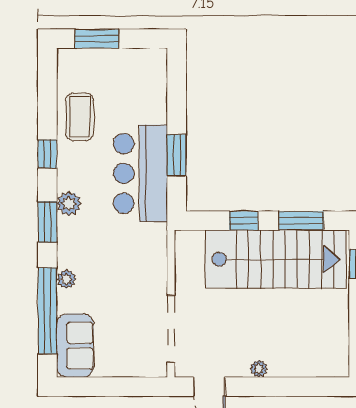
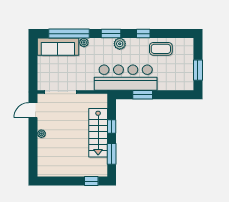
window: (97, 39) -> (198, 70), moved
bar counter: (140, 173) -> (126, 78), width x1.36
stairs: (276, 259) -> (98, 133), width x0.73, depth x0.66
sofa: (75, 346) -> (58, 47), width x1.36

